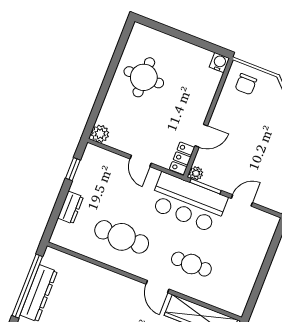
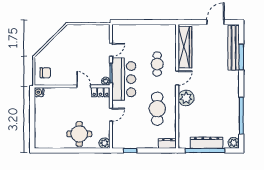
round table: (144, 77) -> (79, 134), moved
door: (242, 200) -> (111, 50), swing flipped
dresser: (71, 208) -> (167, 144), moved
plant: (121, 288) -> (186, 98), added

